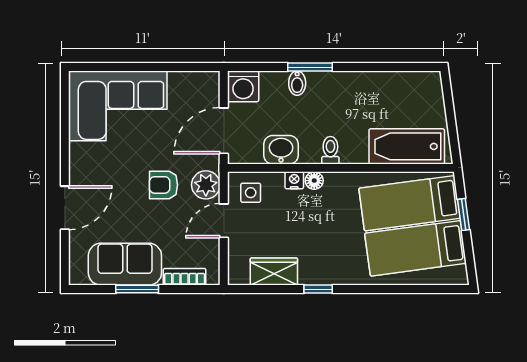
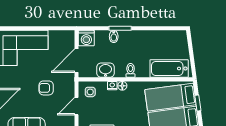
plant: (206, 185) -> (67, 88), removed

